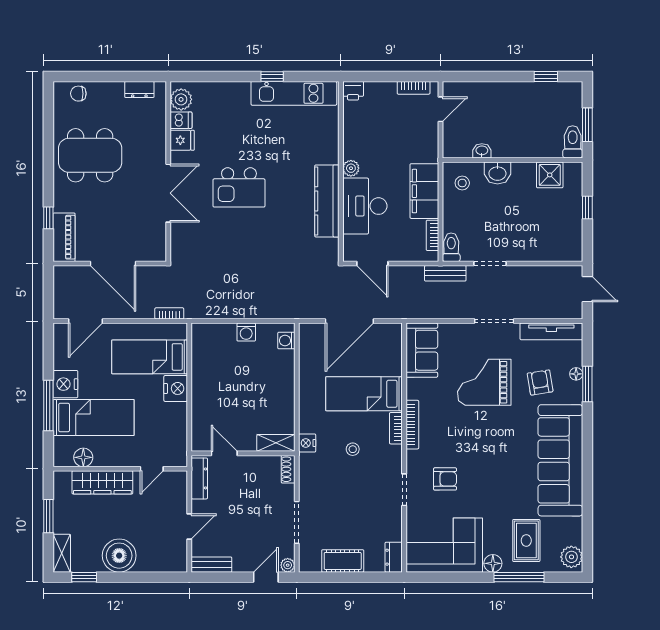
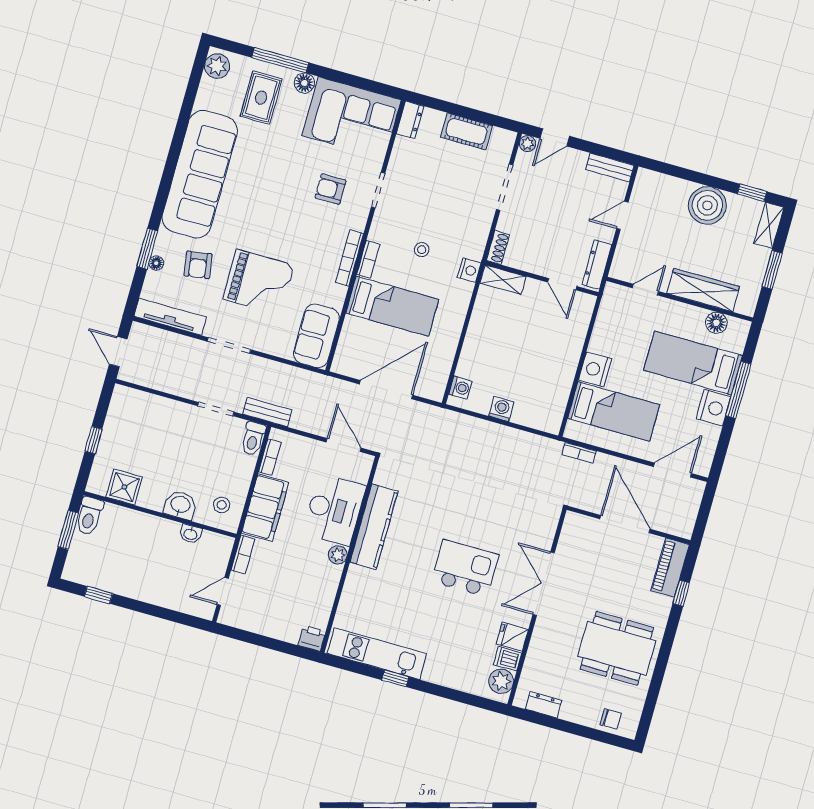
bookcase: (414, 88) -> (243, 554), moved, turned 90

